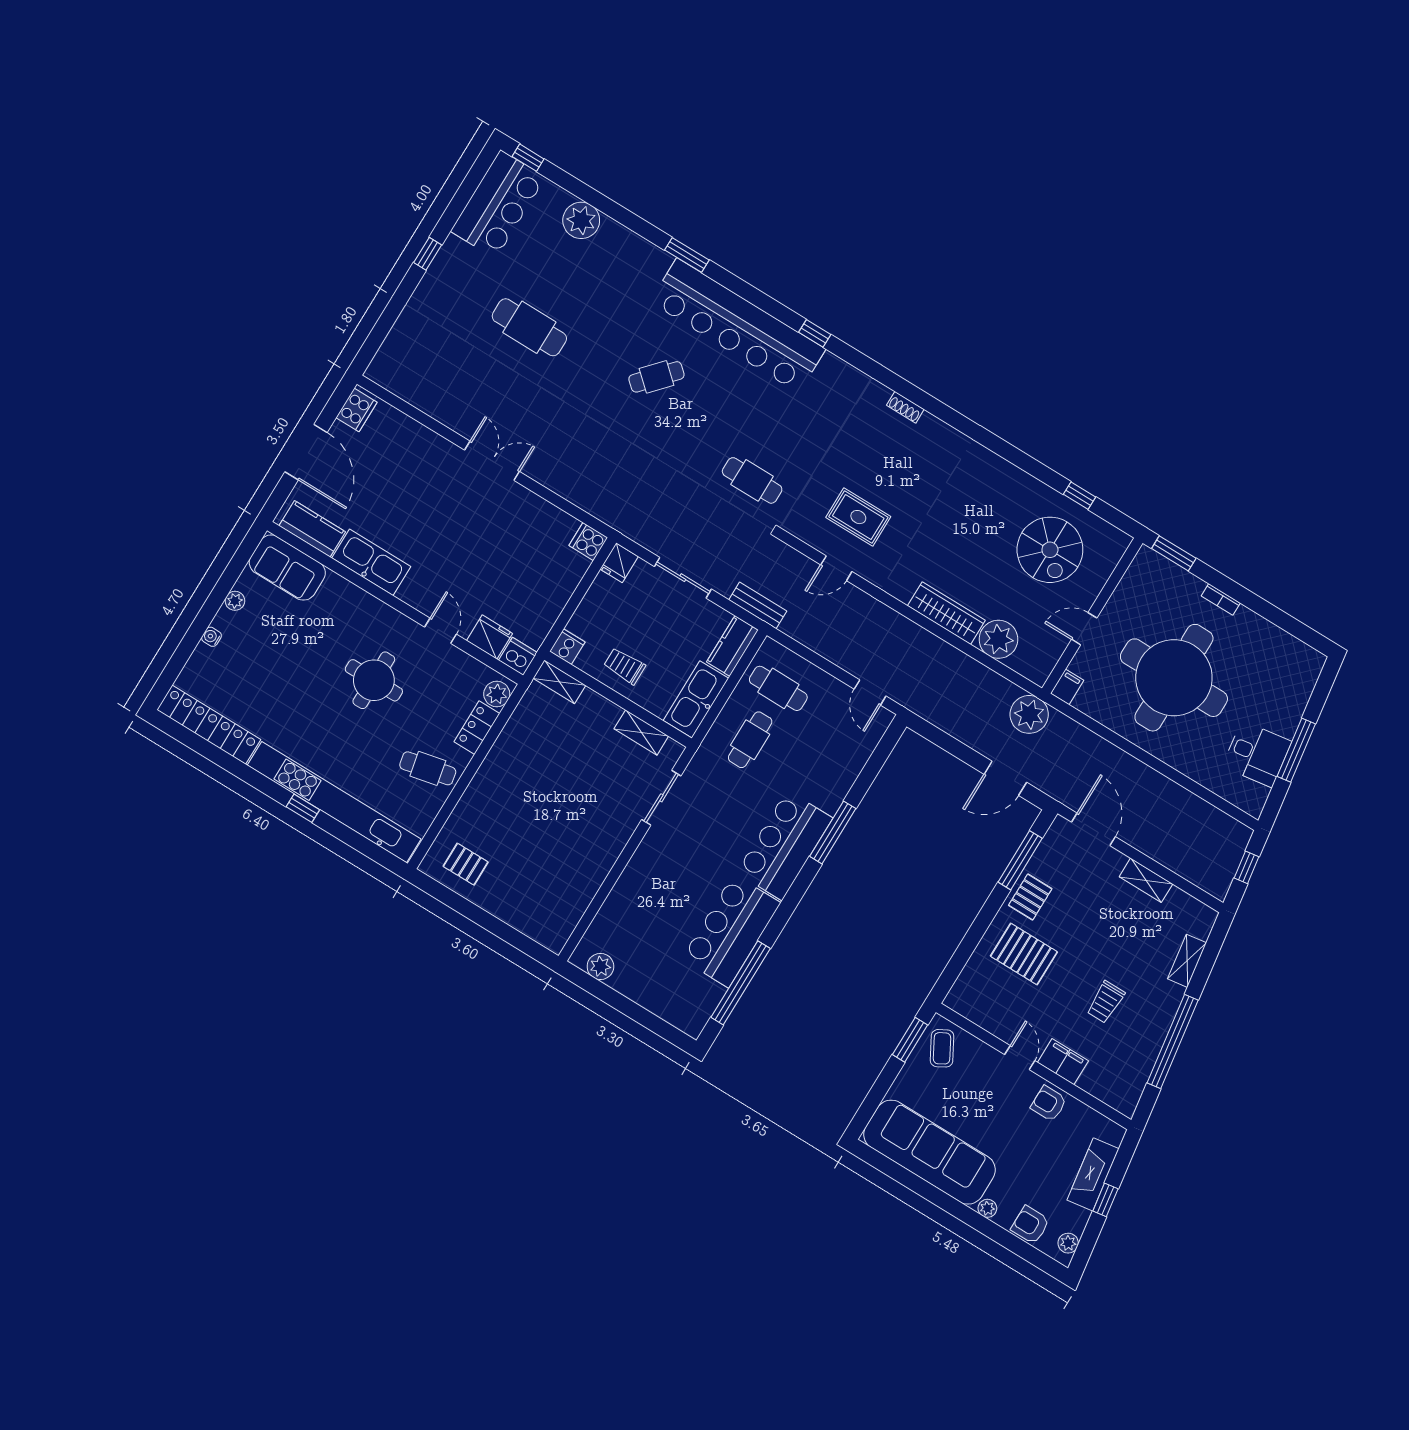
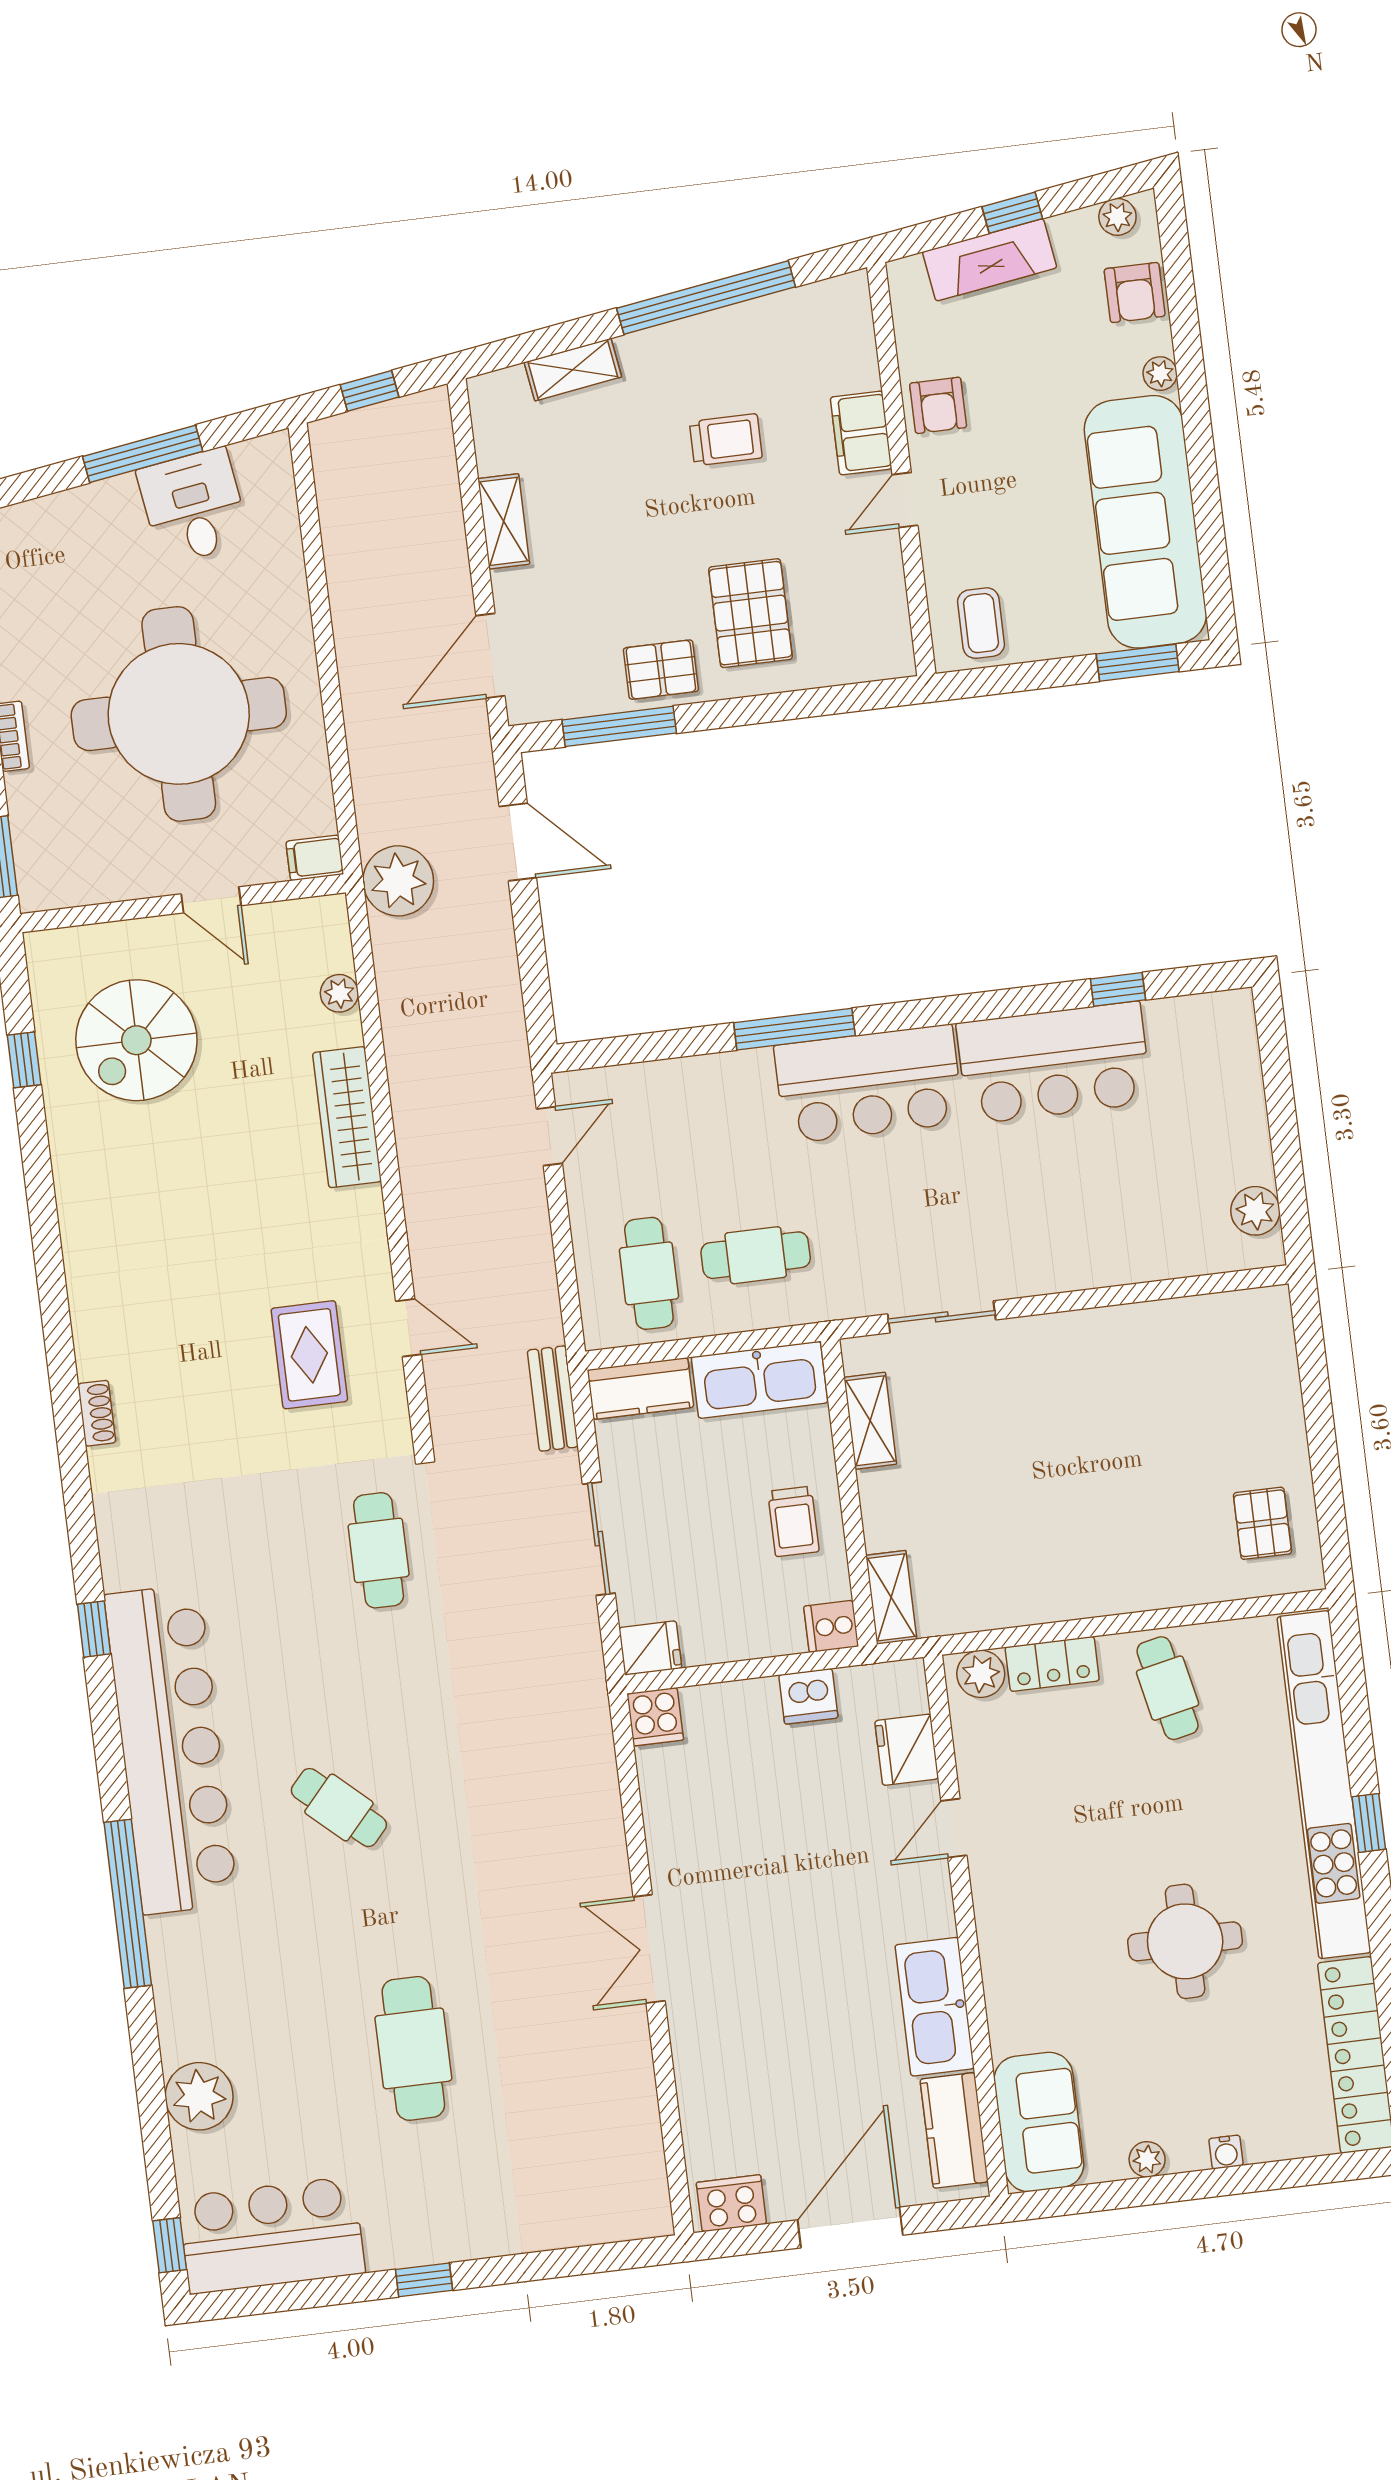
window: (687, 255) -> (128, 1904), width x2.11
spiral stairs: (1050, 550) -> (136, 1040), turned 180
plant: (998, 639) -> (339, 993), width x0.53, depth x0.53
dishwasher: (518, 656) -> (808, 1696), moved, turned -90
round table: (374, 680) -> (1185, 1941), moved
window: (741, 983) -> (1118, 989), width x0.32
window: (910, 1040) -> (1138, 663), moved
coffee table: (942, 1048) -> (981, 623), turned -61

